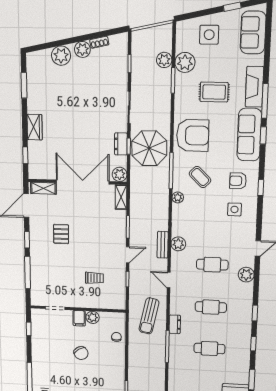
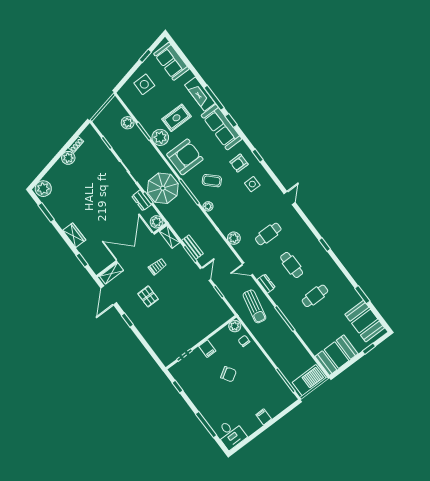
plant: (61, 56) -> (43, 189), moved
plant: (185, 62) -> (160, 137), moved
bench: (163, 245) -> (192, 247), moved
window: (28, 272) -> (145, 344), removed
plant: (246, 275) -> (297, 222), removed
trolley: (94, 278) -> (157, 267), moved
cafe table: (211, 307) -> (292, 265), turned 90
plant: (93, 317) -> (235, 326), moved
dresser: (175, 324) -> (266, 284), moved
window: (253, 344) -> (342, 267), removed

